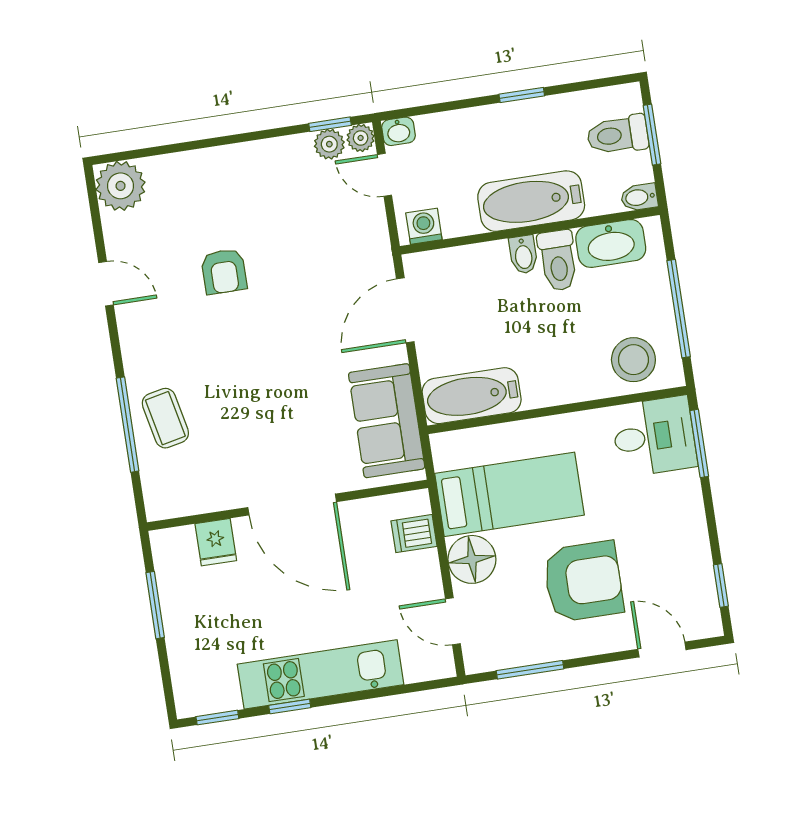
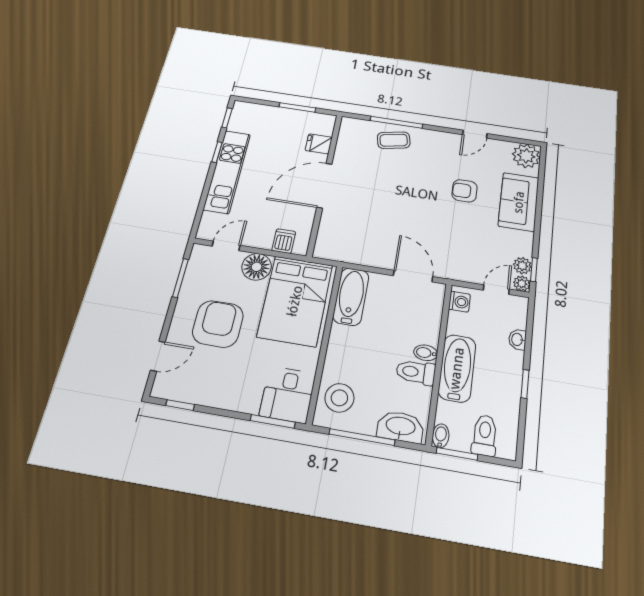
washbasin: (398, 131) -> (517, 339), moved
window: (652, 135) -> (457, 454), moved
washbasin: (611, 243) -> (400, 427), moved, turned 90
sofa: (387, 421) -> (519, 202), moved, turned -90
bed: (509, 494) -> (295, 301), width x1.50
armchair: (583, 581) -> (218, 324), turned 180

